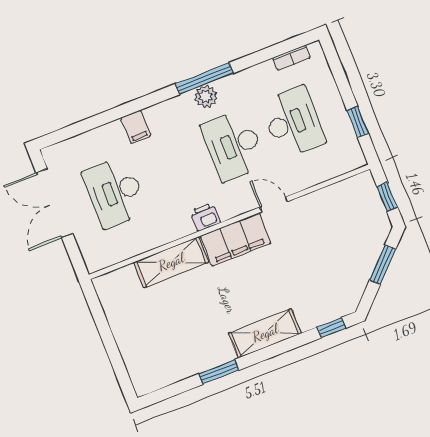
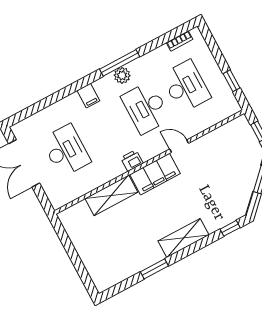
filing cabinet: (136, 127) -> (88, 96), moved
desk: (115, 192) -> (66, 151), turned 180

